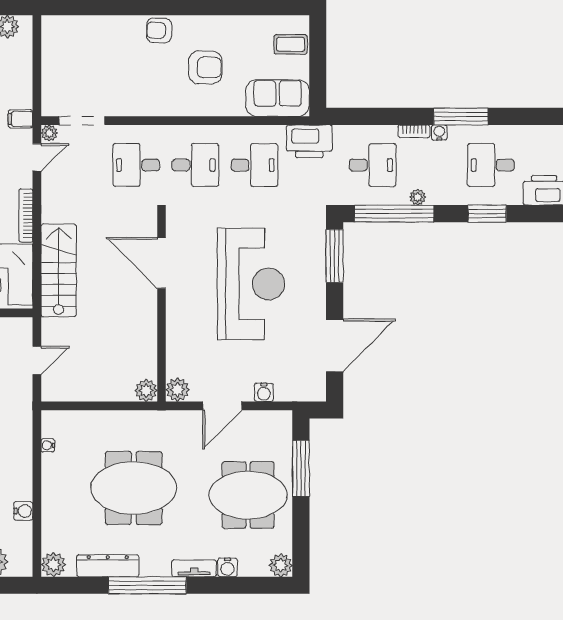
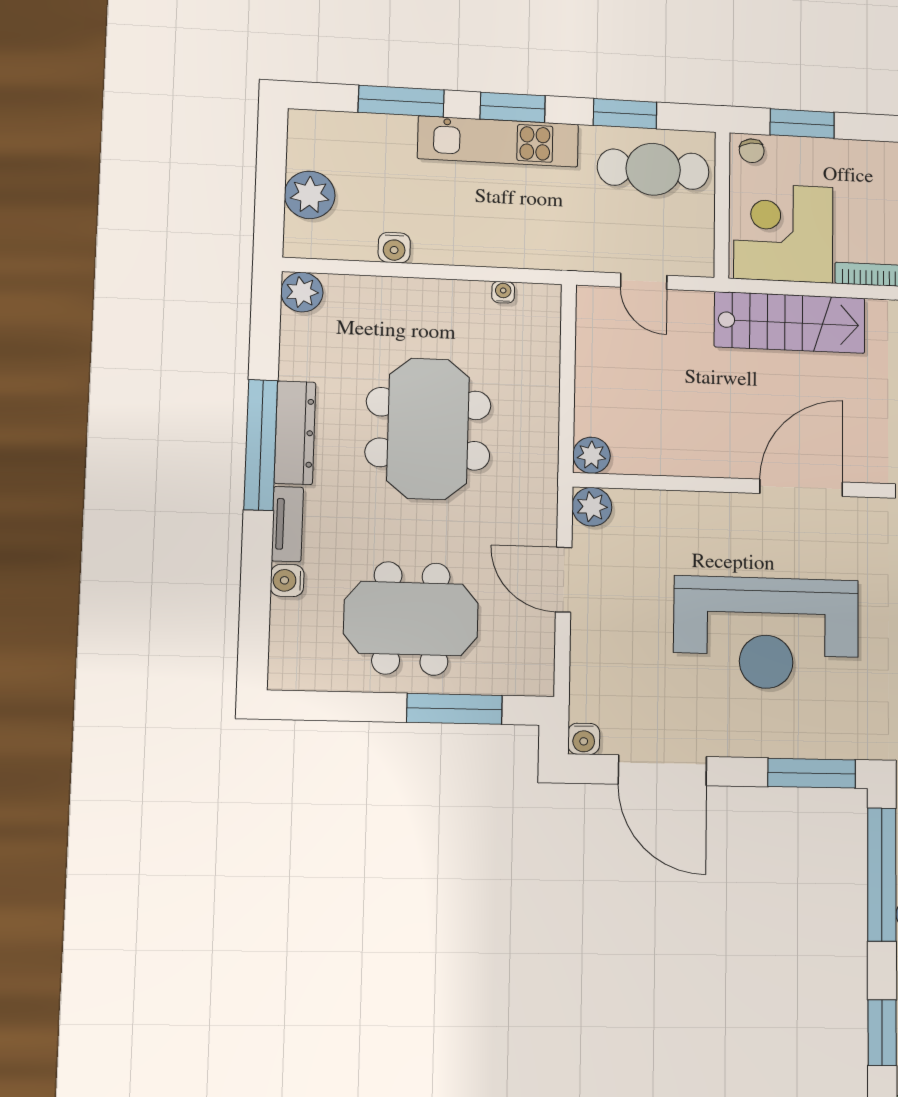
water cooler: (264, 392) -> (584, 739), moved, turned -90
meeting table: (248, 495) -> (411, 618), turned 90
plant: (281, 565) -> (288, 671), removed
dresser: (108, 566) -> (295, 433), moved

